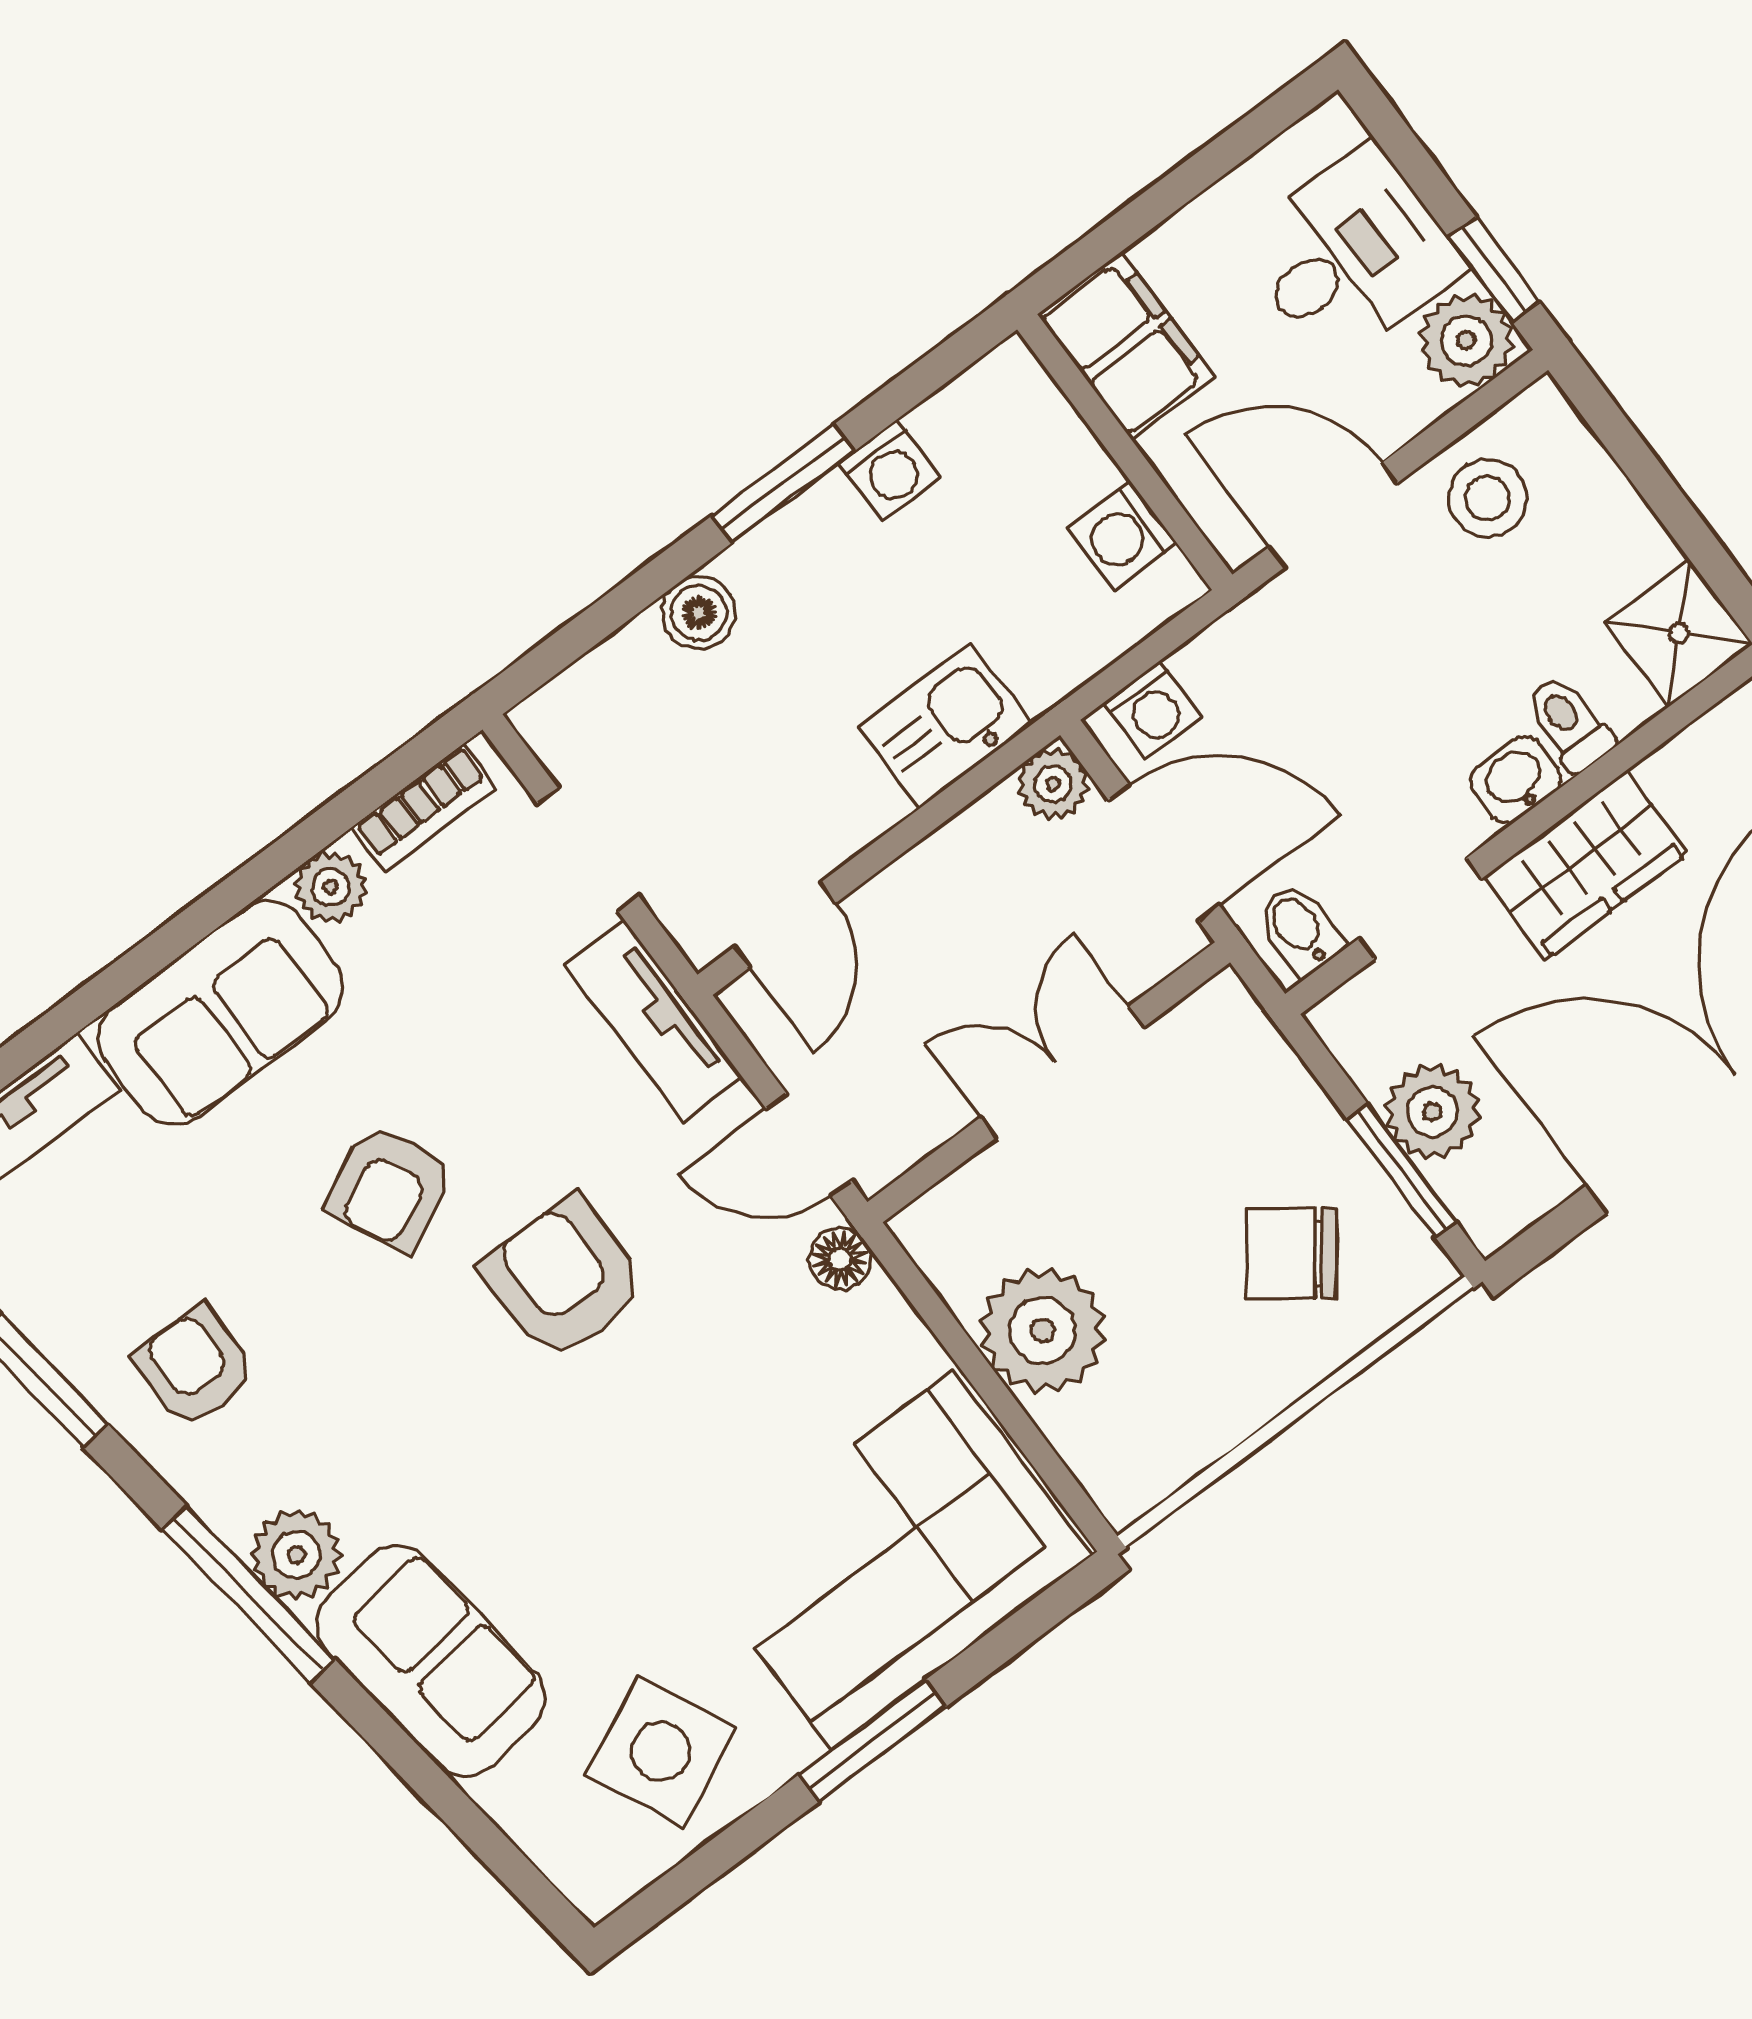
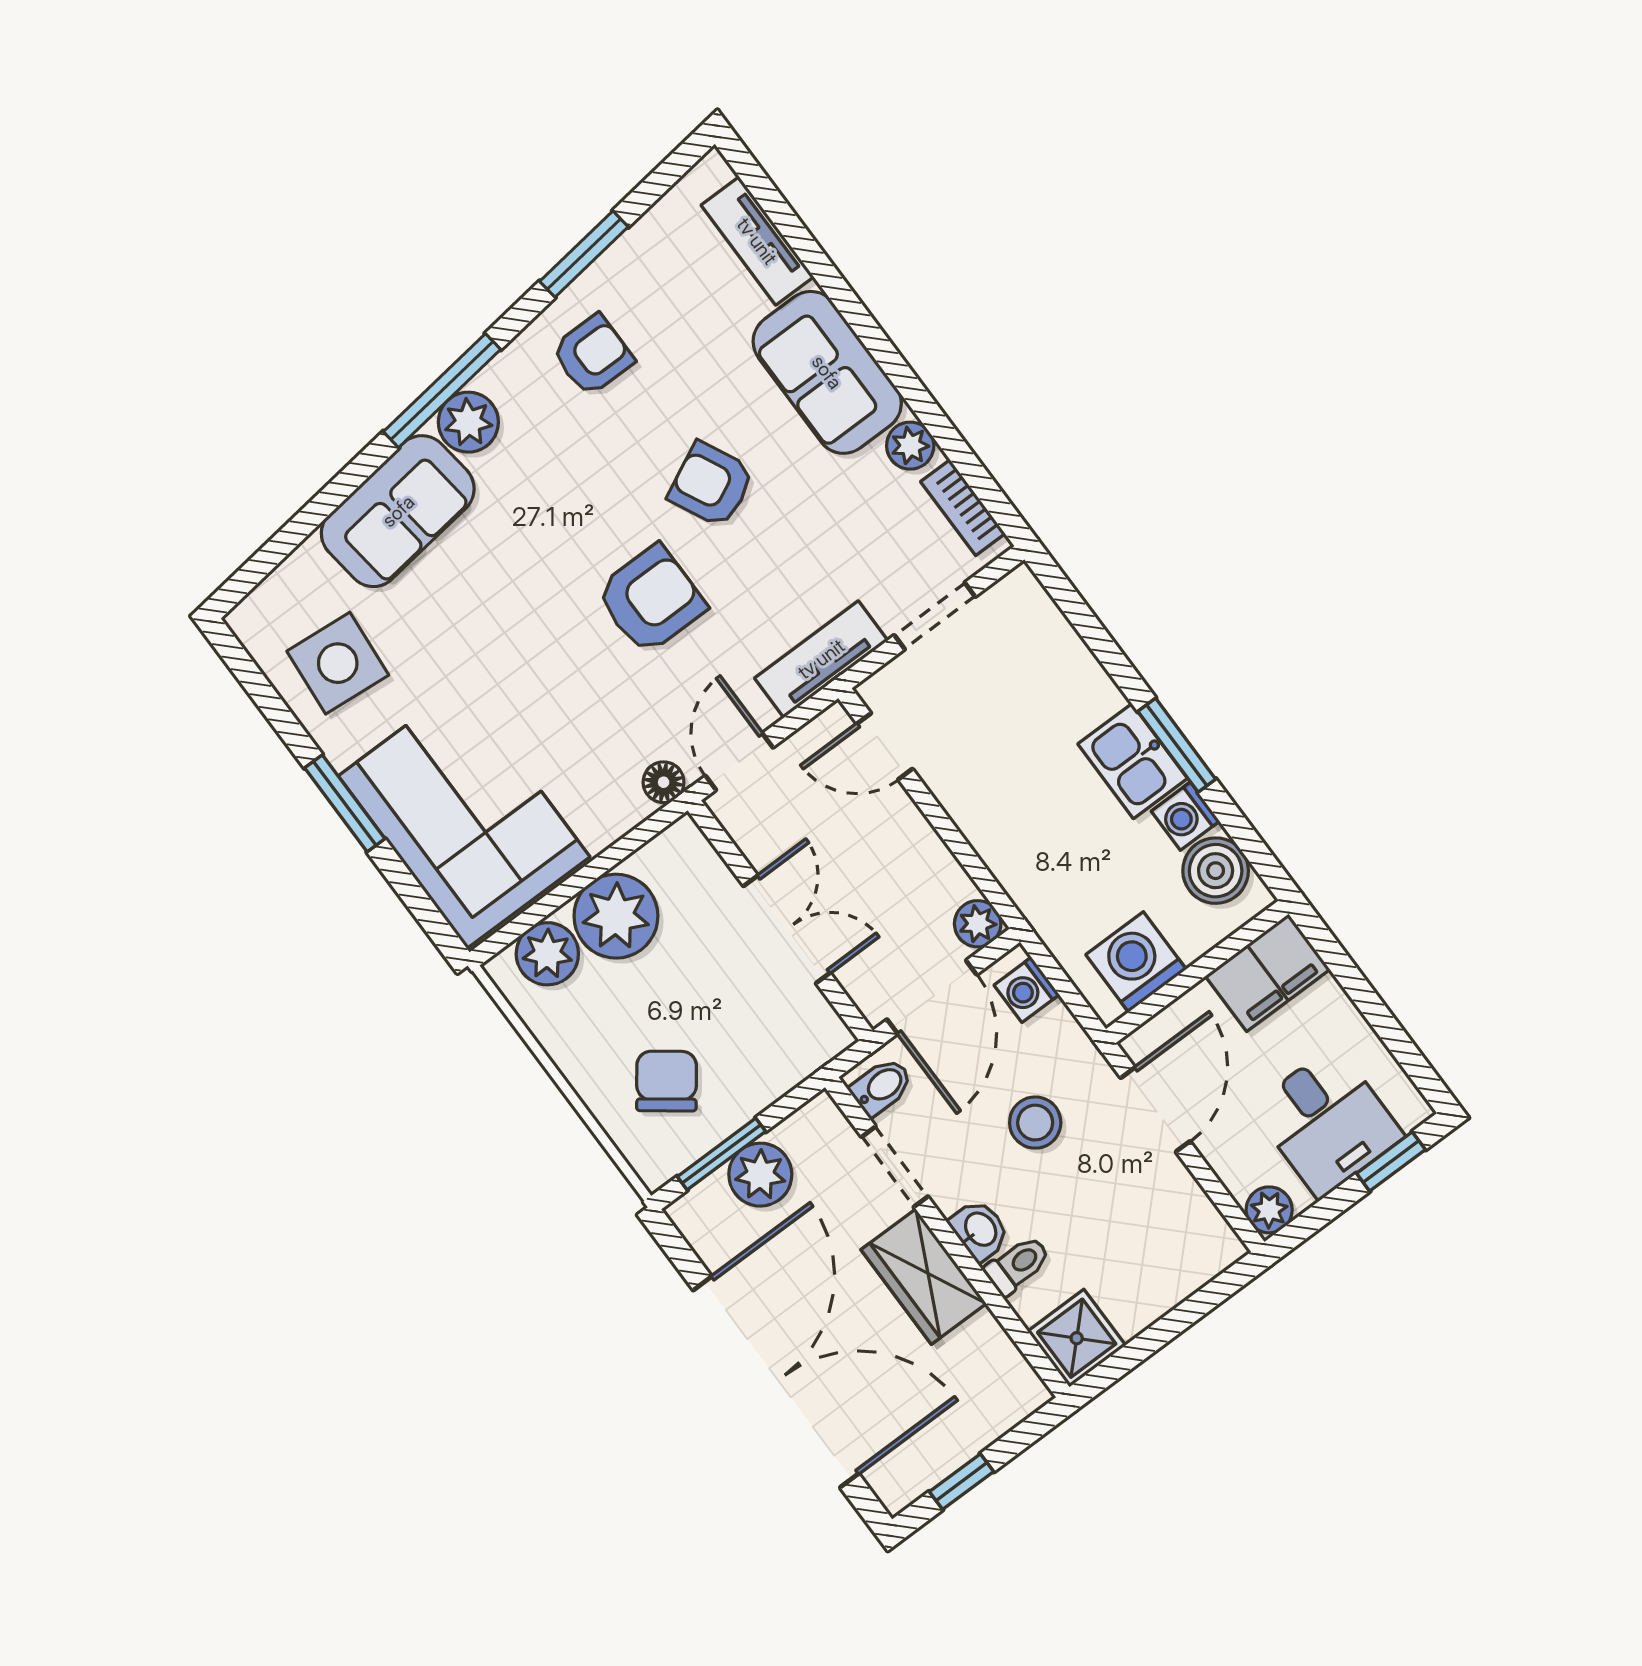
window: (1494, 270) -> (1391, 1161), moved
plant: (1466, 340) -> (1269, 1210), width x0.73, depth x0.73
stool: (1488, 498) -> (1035, 1123), moved
washing machine: (1122, 536) -> (1136, 962), width x1.38, depth x1.38
boiler: (699, 613) -> (1216, 871), moved, width x1.36, depth x1.36
kitchen sink: (946, 725) -> (1133, 761), moved, turned 180
plant: (1100, 1434) -> (547, 954), added
side table: (661, 1751) -> (338, 663), turned 30

